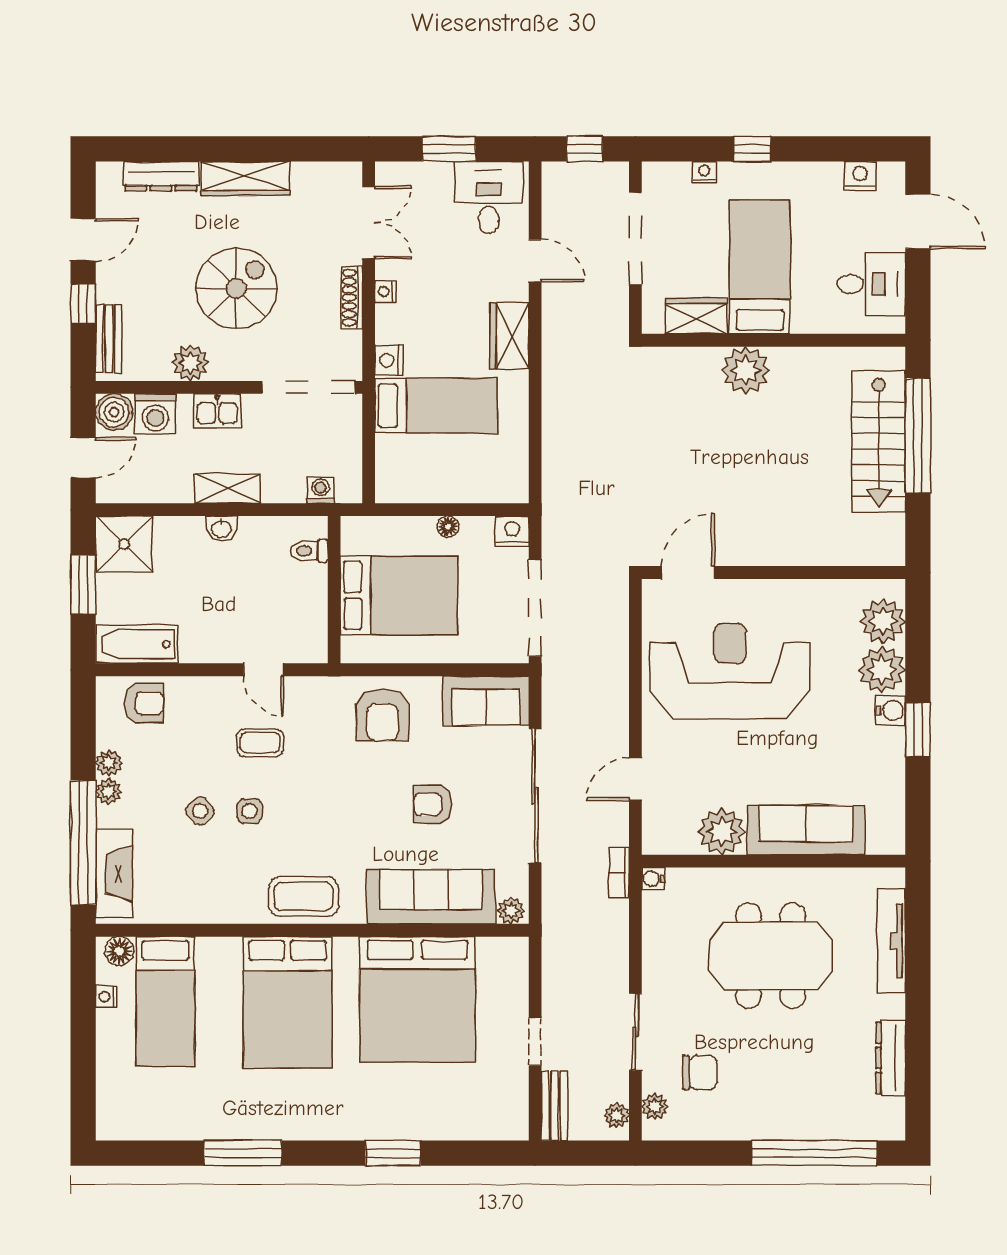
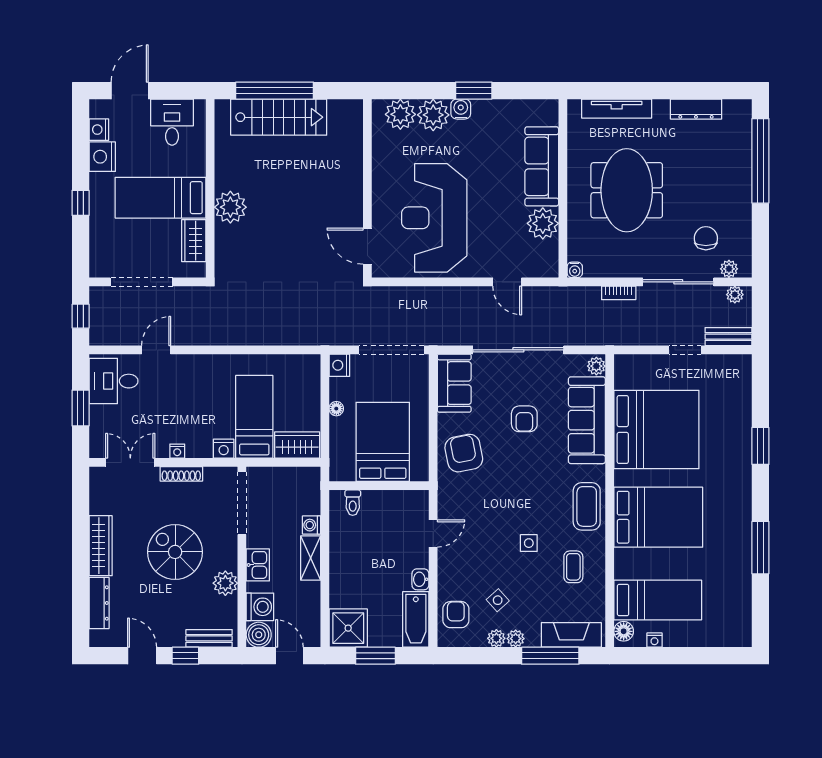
nightstand: (704, 172) -> (102, 157), moved, width x1.89, depth x1.79
wardrobe: (509, 336) -> (297, 445), moved, turned 180
washing machine: (321, 490) -> (312, 525), moved
washbasin: (221, 529) -> (420, 579), moved, turned 180
armchair: (382, 715) -> (464, 453), turned -101
coffee table: (260, 743) -> (573, 567), moved
side table: (200, 811) -> (498, 600), moved
window: (83, 843) -> (550, 656), width x0.68
bookcase: (619, 873) -> (619, 293), moved
sliding door: (635, 1032) -> (678, 282), width x1.37

